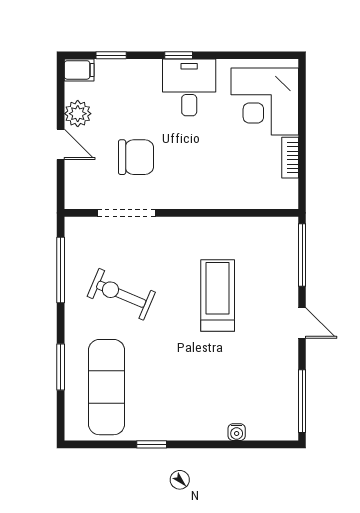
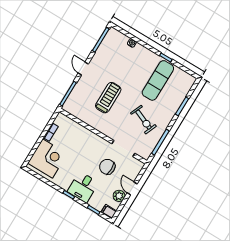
desk: (189, 87) -> (83, 187), moved
treadmill: (218, 295) -> (108, 98), turned 180
exercise mat: (107, 387) -> (158, 80), moved

